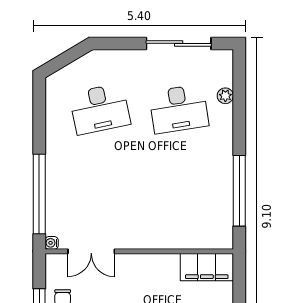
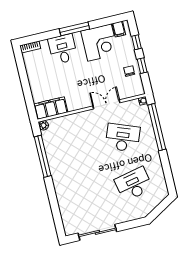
plant: (225, 96) -> (44, 125), moved
desk: (179, 109) -> (123, 138), moved, turned 30
double door: (91, 251) -> (106, 104), moved

